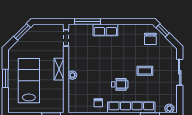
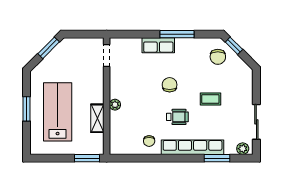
window: (87, 21) -> (177, 34), moved
chair: (114, 60) -> (170, 85), added
shelving: (59, 69) -> (97, 118), moved
sliding door: (180, 72) -> (256, 122), moved

